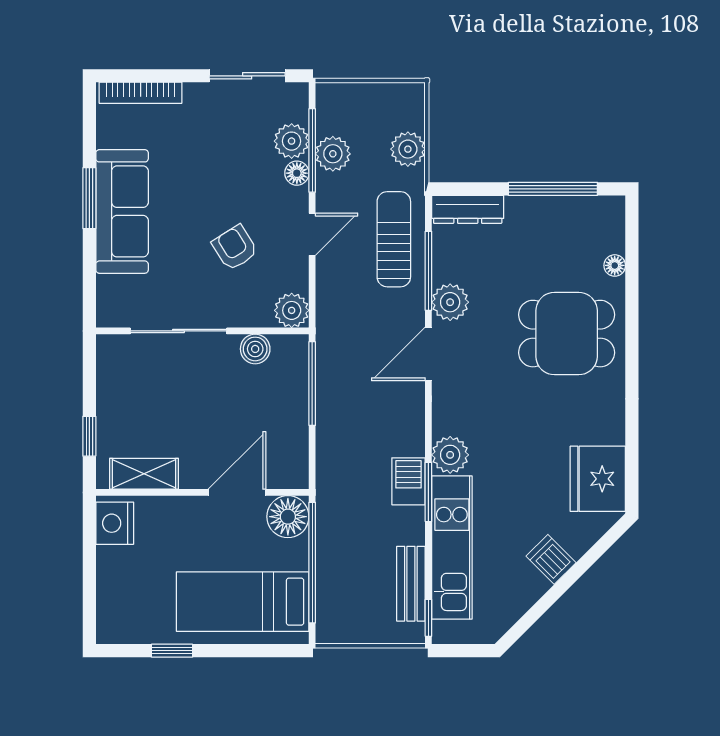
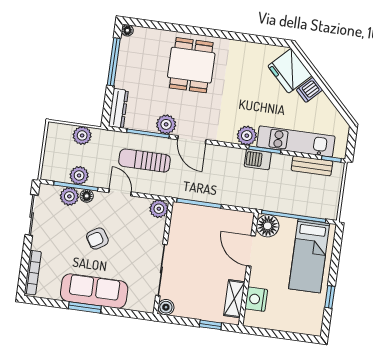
sun lounger: (394, 239) -> (145, 161), moved
armchair: (235, 248) -> (97, 239), moved
floor lamp: (615, 265) -> (127, 30), moved
boiler: (255, 349) -> (166, 307), moved
fridge: (598, 479) -> (290, 71), moved, turned 45
nightstand: (115, 523) -> (256, 299), moved, turned 90

